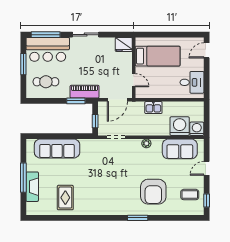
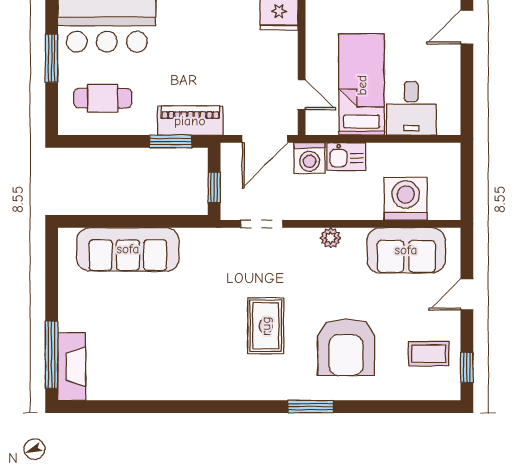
bed: (158, 56) -> (362, 85), moved, turned -90
desk: (192, 82) -> (411, 108), moved, turned 90
washing machine: (197, 129) -> (310, 158), moved, turned 180
window: (23, 178) -> (52, 355), moved
fireplace: (32, 187) -> (72, 367), moved
rug: (65, 198) -> (266, 326), moved

